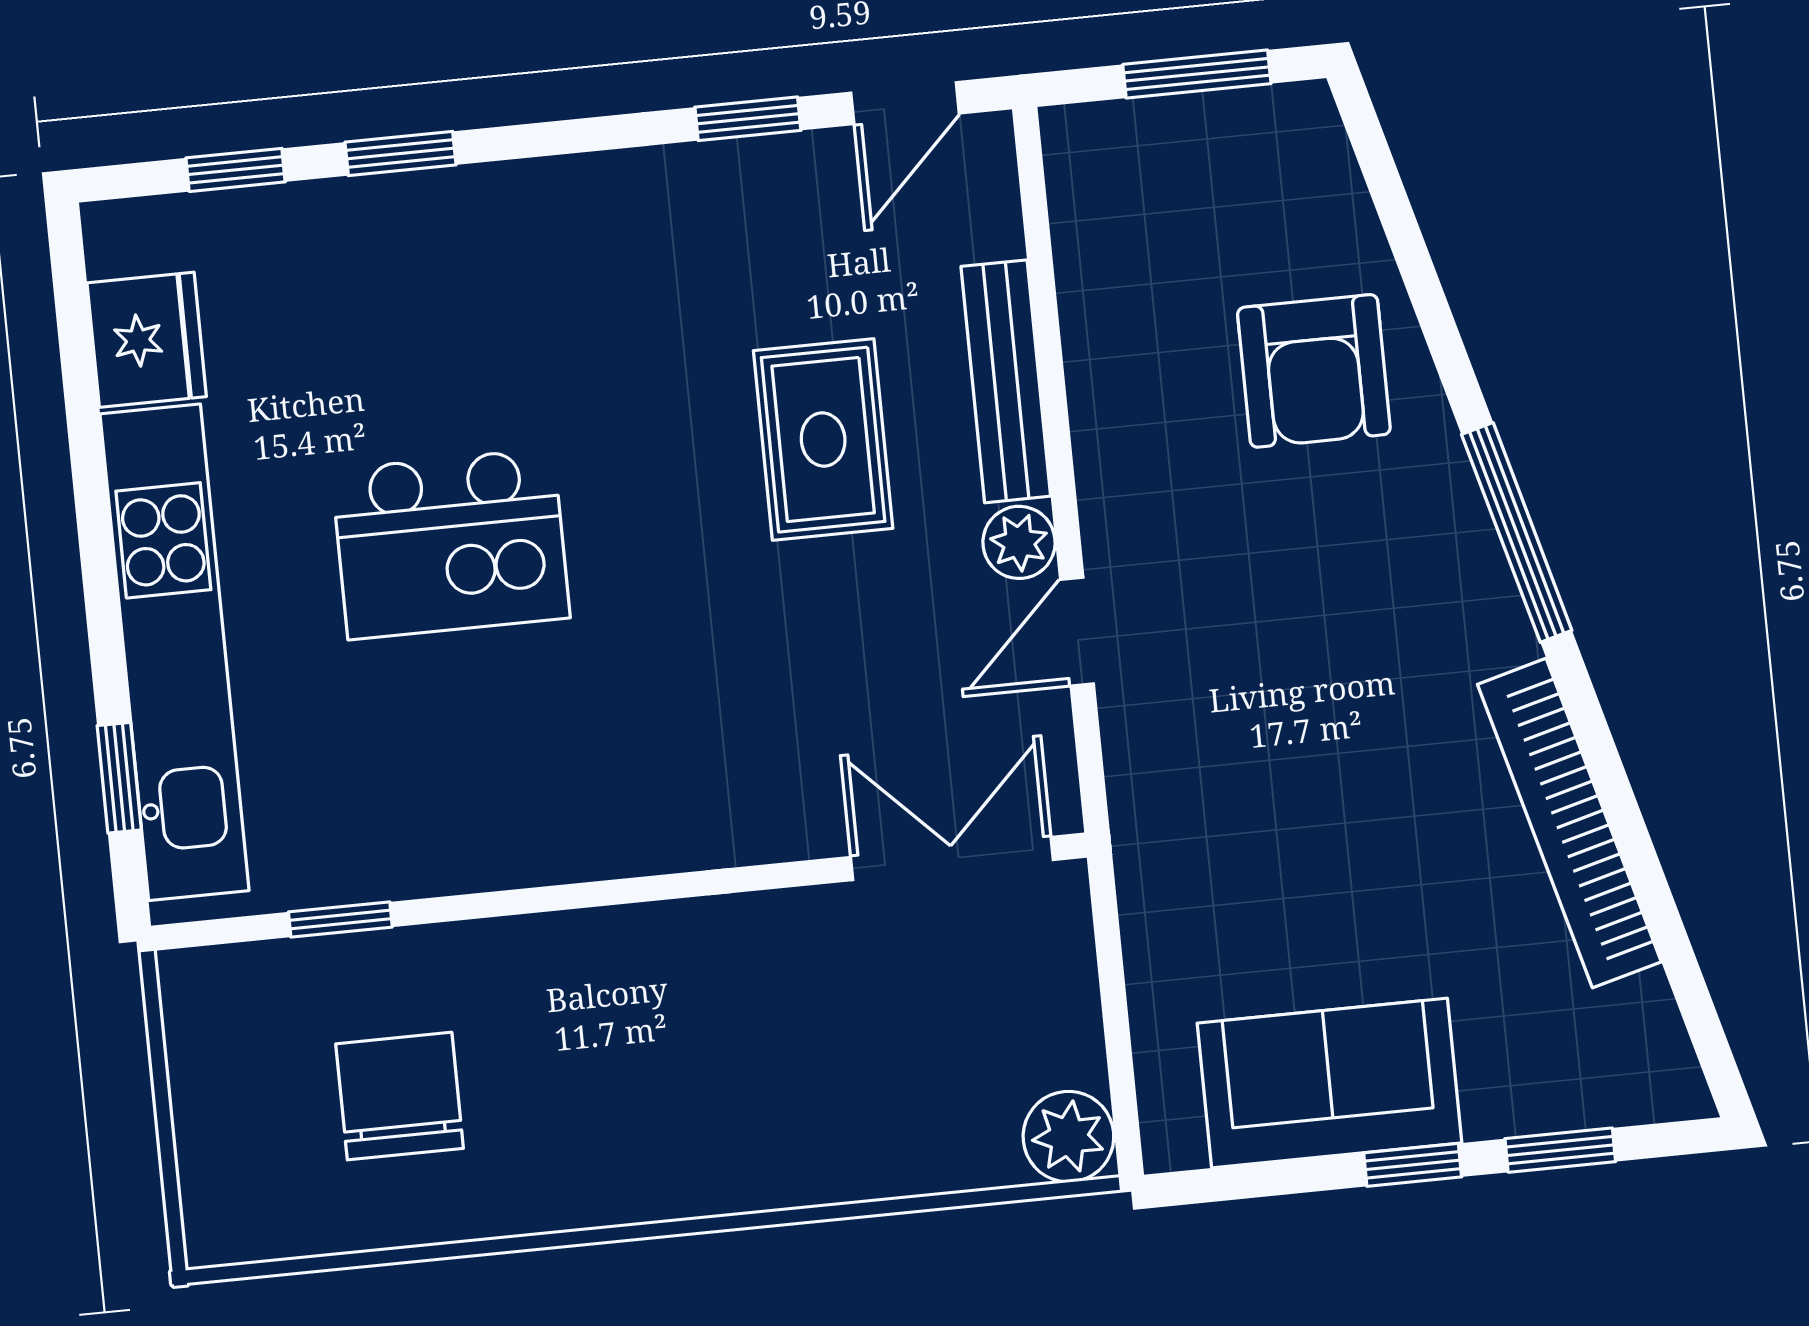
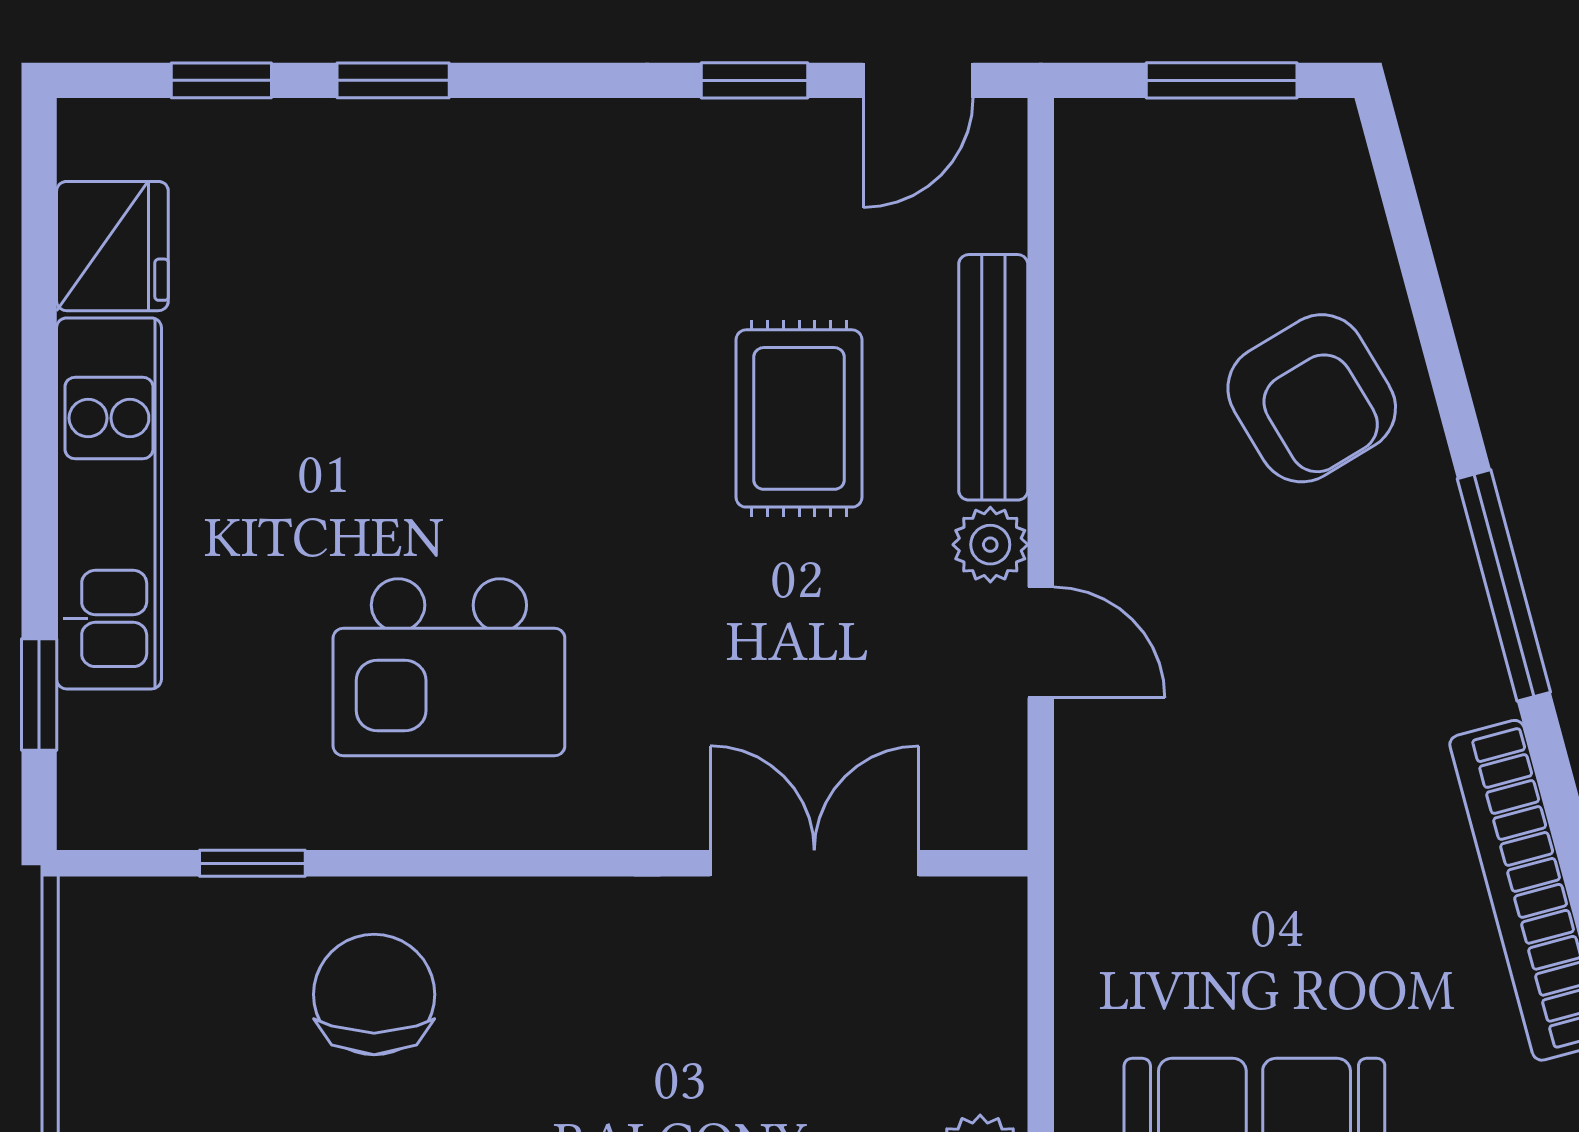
armchair: (1314, 371) -> (1312, 398), turned -31
kitchen island: (451, 544) -> (449, 667), moved
door: (1077, 632) -> (1041, 642), swing flipped
kitchen unit: (174, 652) -> (109, 503), width x0.73
double door: (952, 858) -> (814, 863), moved
chair: (400, 1096) -> (374, 994), moved

